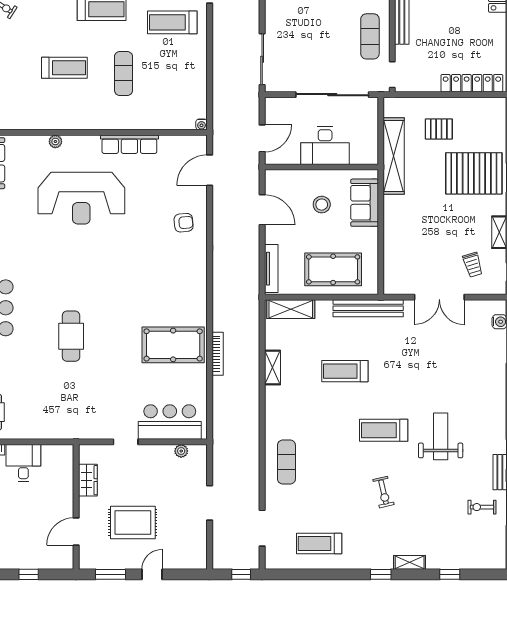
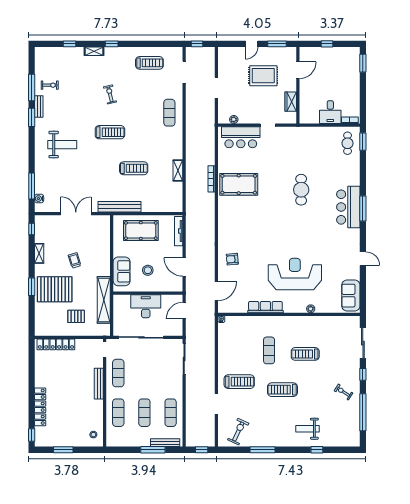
trolley: (473, 265) -> (75, 260), moved
shelving: (291, 309) -> (167, 206), removed
weight bench: (441, 436) -> (62, 145), moved, turned -90

